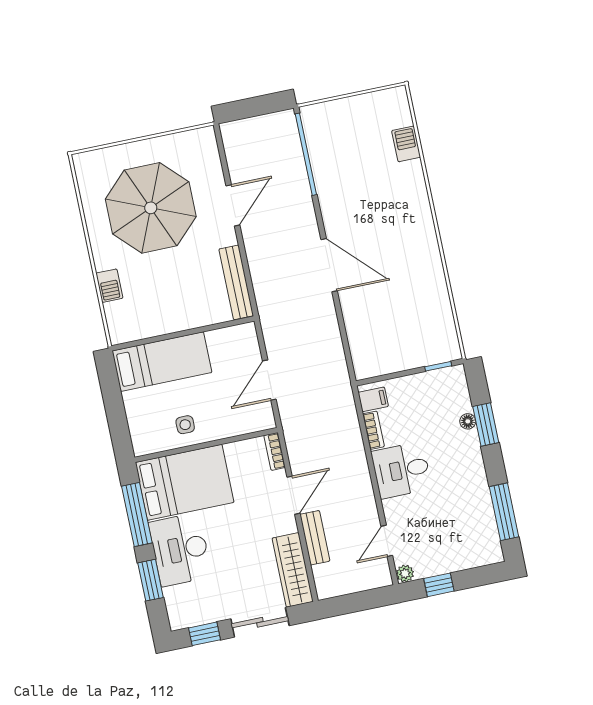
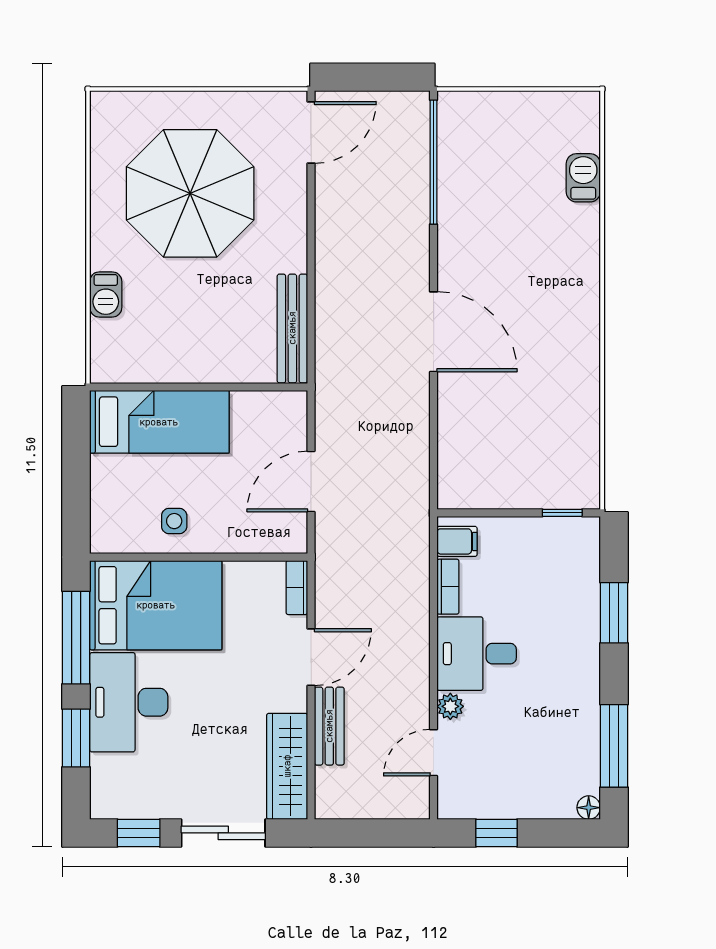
door: (233, 205) -> (311, 132), moved
floor lamp: (468, 421) -> (589, 808), moved
plant: (405, 574) -> (450, 706), moved

